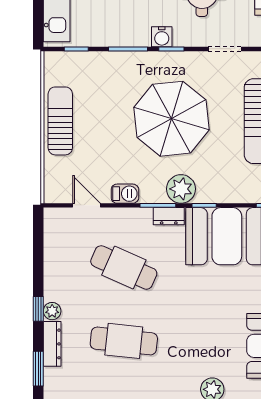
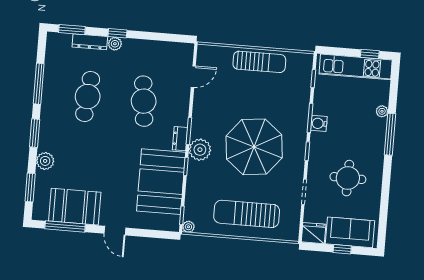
water cooler: (162, 37) -> (319, 123), moved
barbecue: (125, 194) -> (200, 107), removed
cafe table: (124, 267) -> (144, 101), turned -30

